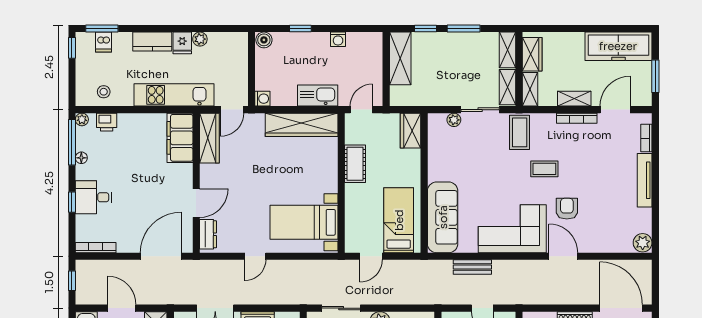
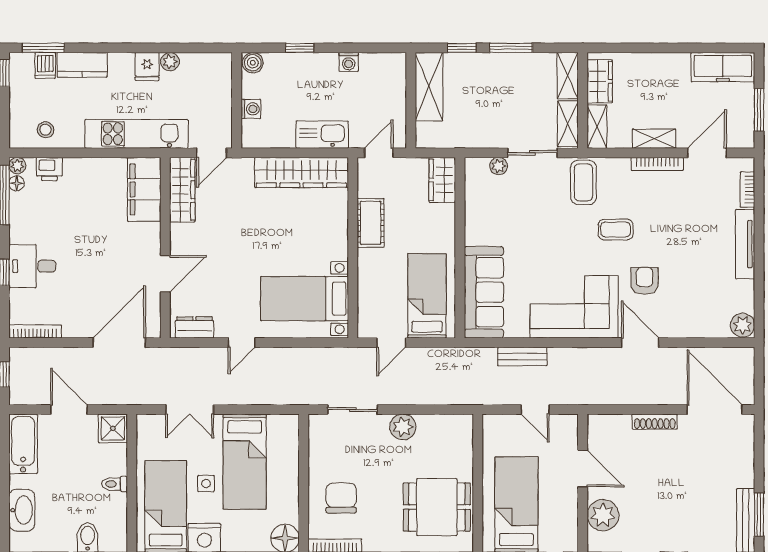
kitchen counter: (152, 42) -> (82, 65), moved
freezer: (618, 46) -> (723, 67), width x0.73, depth x0.79
washing machine: (262, 99) -> (251, 109), moved
floor lamp: (81, 158) -> (17, 183), moved
dresser: (208, 234) -> (194, 327), moved, turned -90

